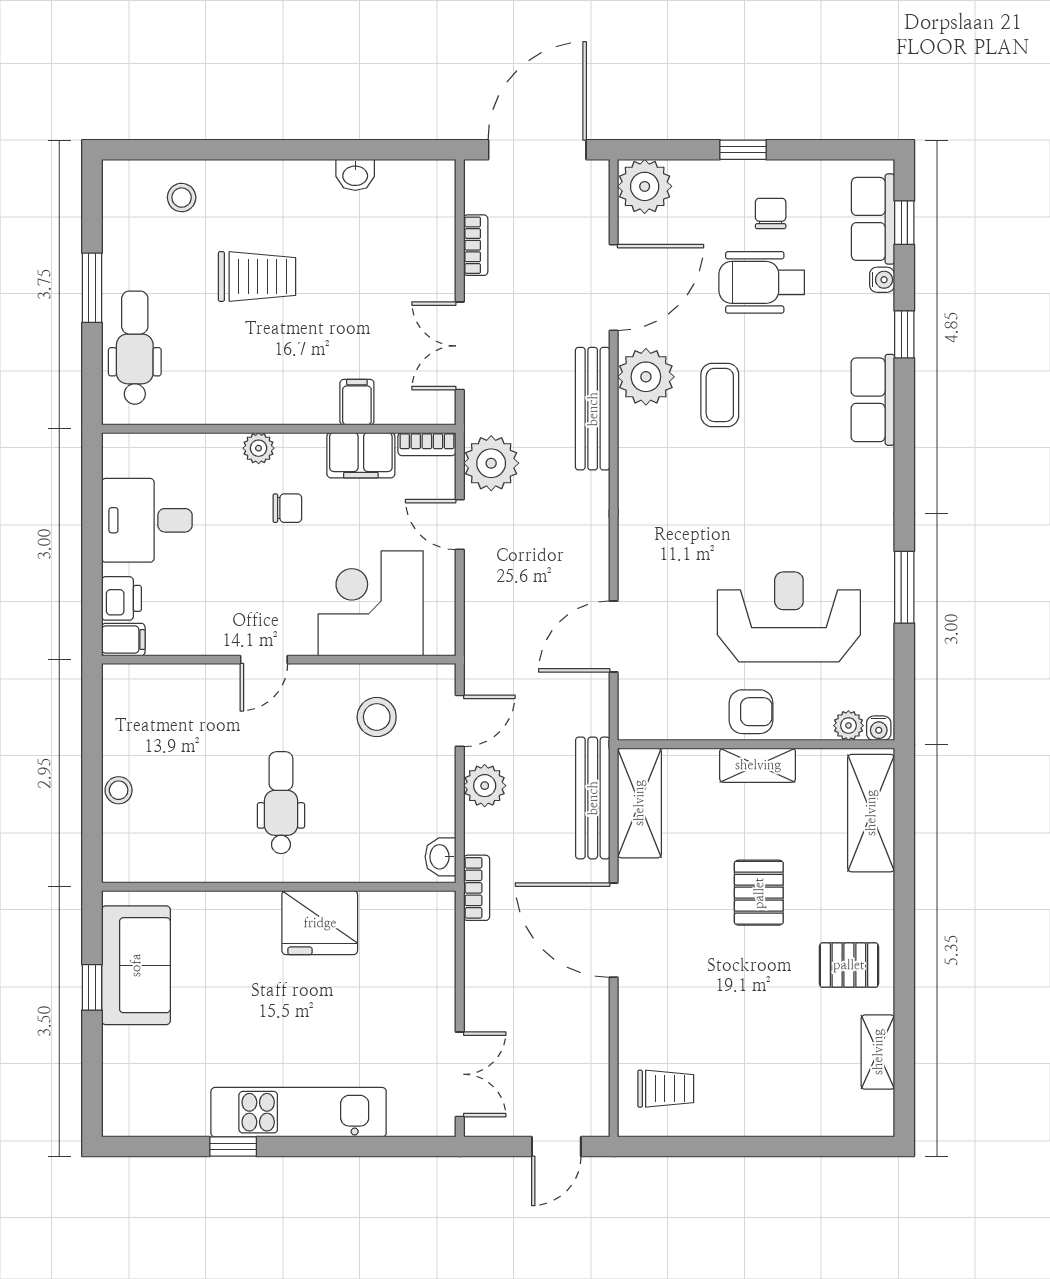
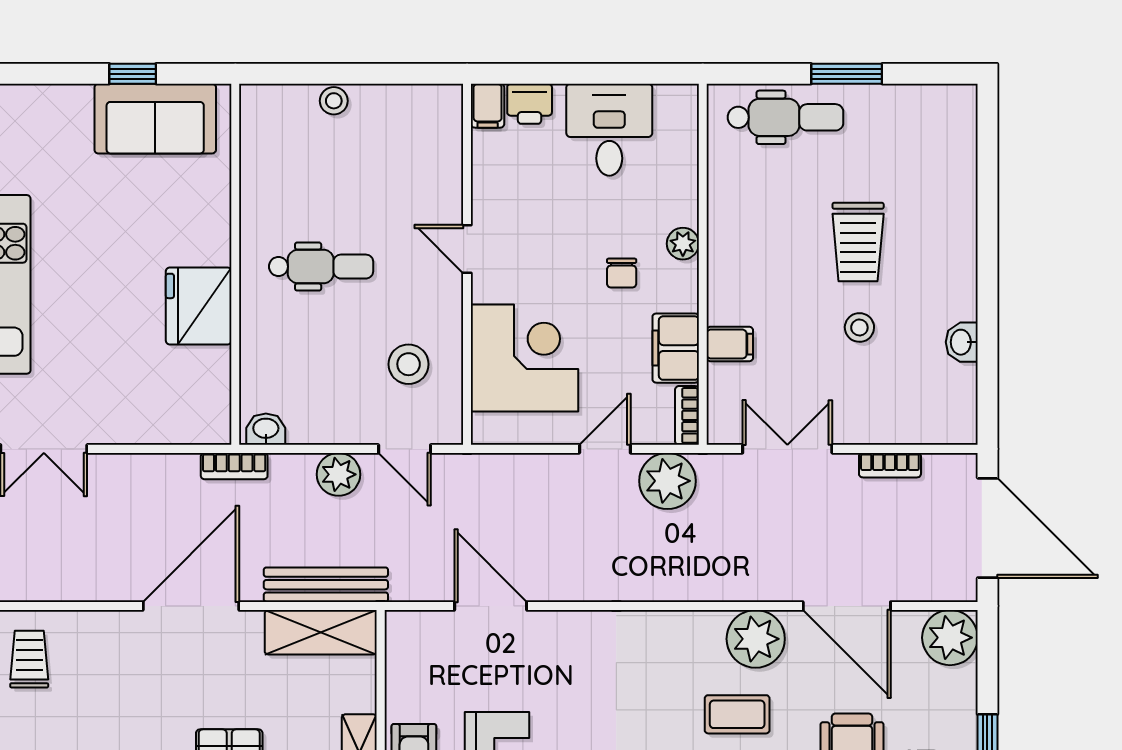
stool: (182, 198) -> (859, 327), moved
bench: (593, 409) -> (723, 585), removed
trolley: (666, 1089) -> (29, 659), turned 180

